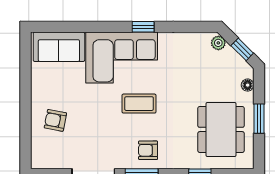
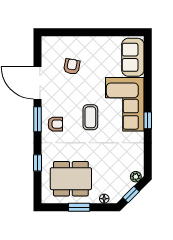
armchair: (55, 120) -> (72, 66), moved
armchair: (148, 150) -> (55, 124), turned 90

